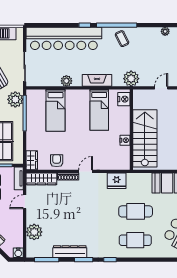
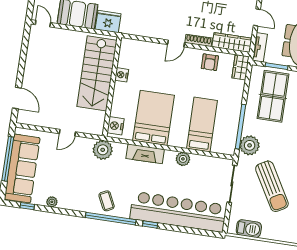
bed: (99, 110) -> (154, 118), width x1.50
fridge: (117, 181) -> (108, 22), moved
door: (25, 202) -> (257, 17), hinge flipped

